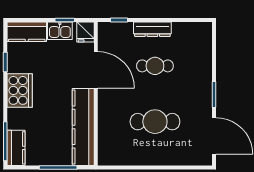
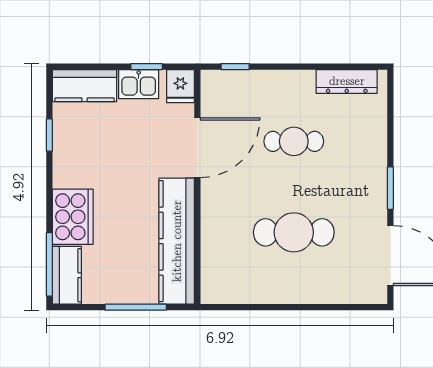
dresser: (152, 29) -> (347, 81), moved
door: (96, 70) -> (197, 148), hinge flipped
cooker: (20, 90) -> (73, 217), moved

